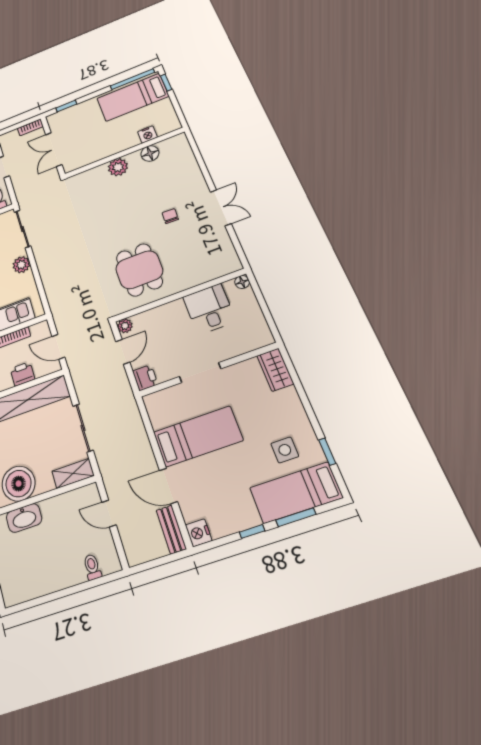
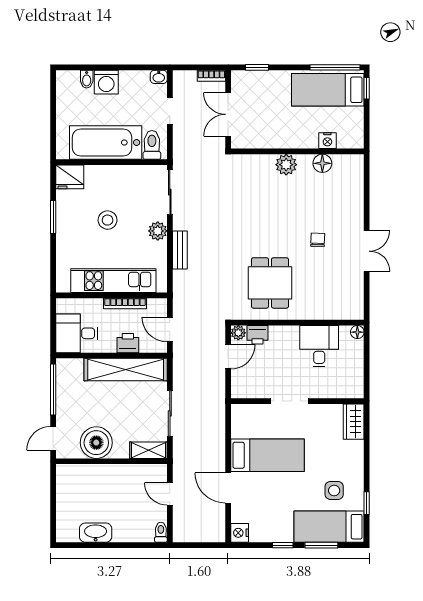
printer: (145, 378) -> (257, 335), moved, turned 90
washbasin: (24, 518) -> (96, 533), moved, turned 180
bench: (171, 529) -> (180, 250), moved
toilet: (92, 567) -> (161, 532), moved

